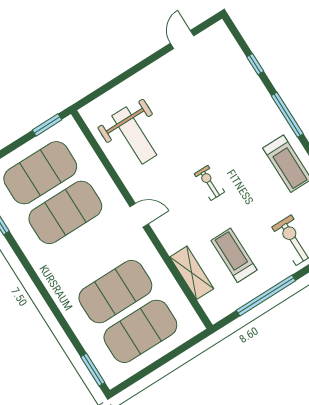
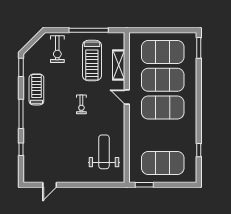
exercise mat: (65, 212) -> (163, 107), moved
door: (139, 215) -> (127, 97), moved
treadmill: (234, 255) -> (92, 61), width x1.37, depth x1.38

